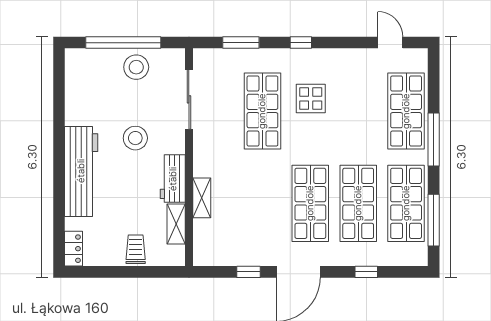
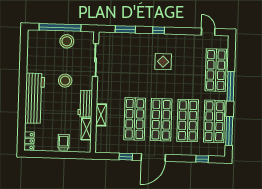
shop shelf: (262, 111) -> (135, 119), moved
window: (366, 272) -> (202, 159), moved

